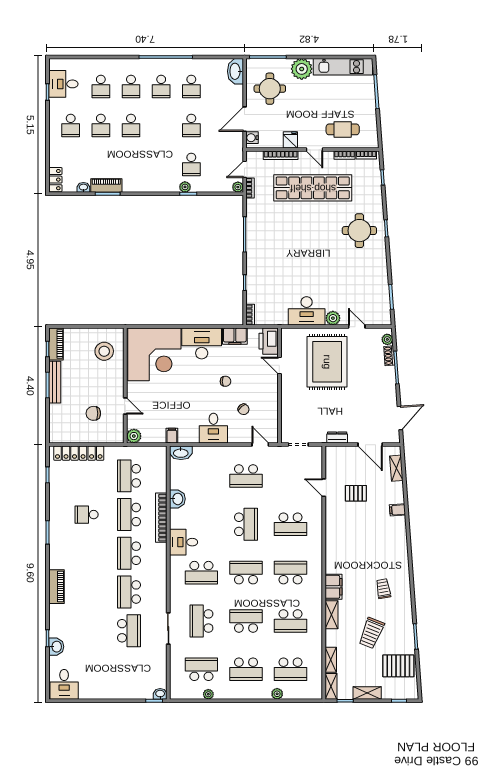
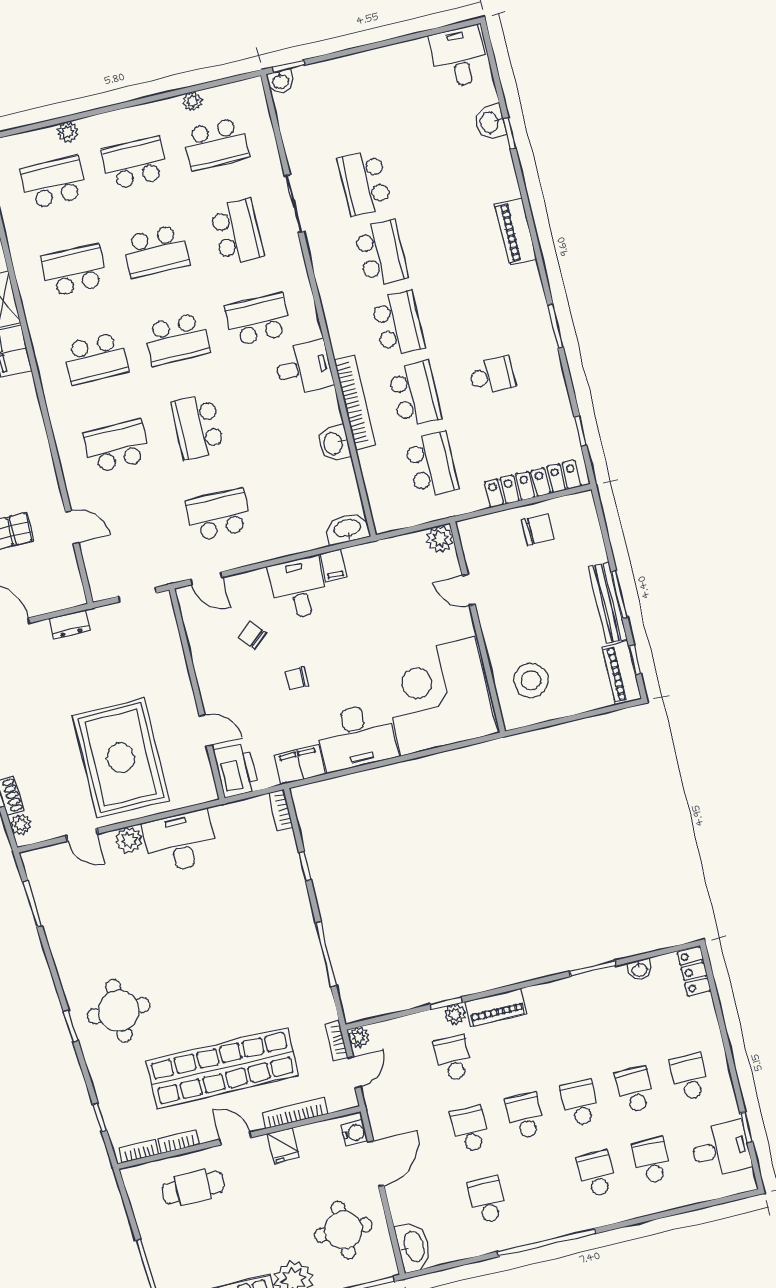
school desk: (161, 86) -> (525, 1116), moved
piano: (106, 186) -> (496, 1007), moved
chair: (93, 413) -> (538, 530), moved
filing cabinet: (172, 436) -> (333, 565), moved

